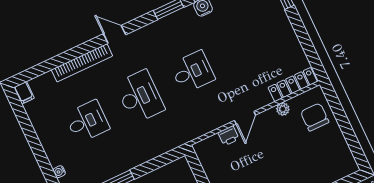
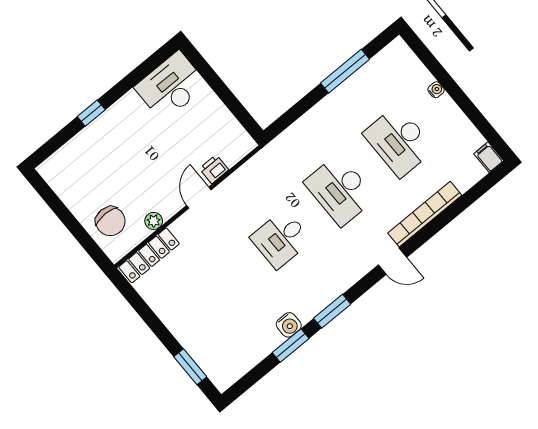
desk: (87, 121) -> (399, 141), width x1.37
water cooler: (59, 172) -> (436, 90), moved

